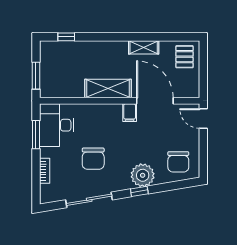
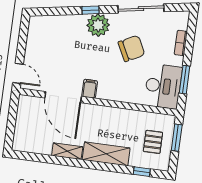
pallet: (184, 57) -> (153, 142), moved
shelving: (108, 89) -> (106, 154), moved
chair: (93, 159) -> (132, 48), turned 63
chair: (178, 162) -> (48, 34), removed
plant: (143, 175) -> (98, 25), moved

